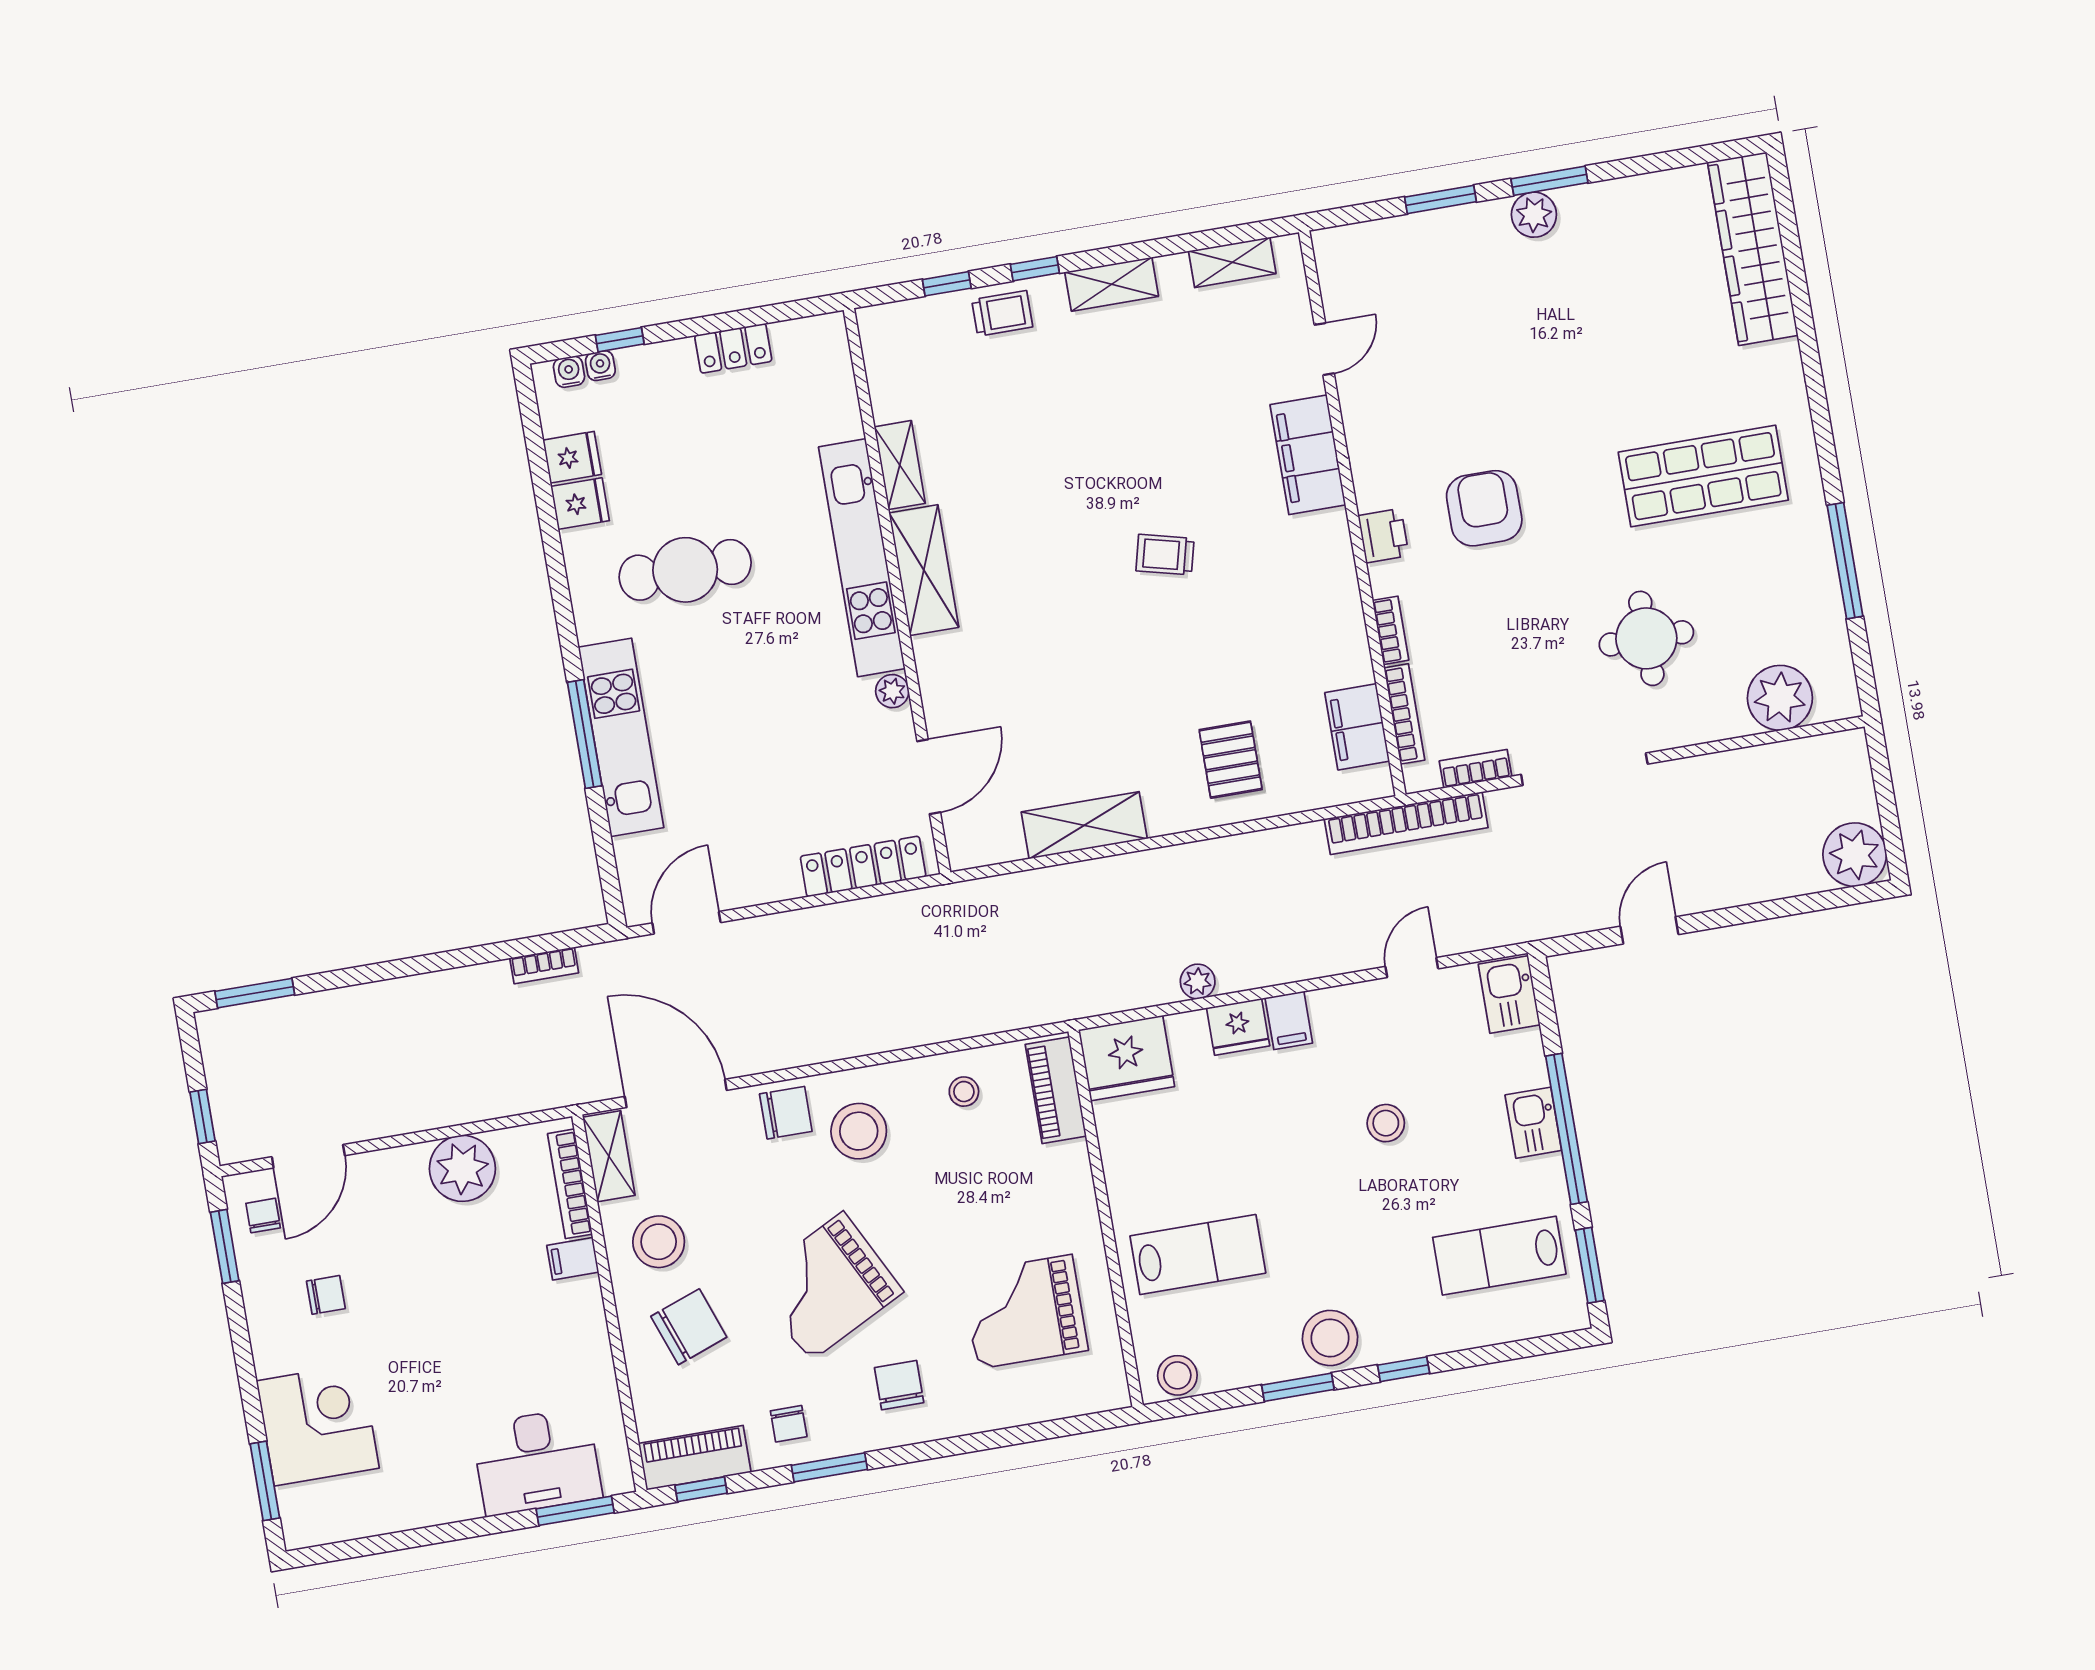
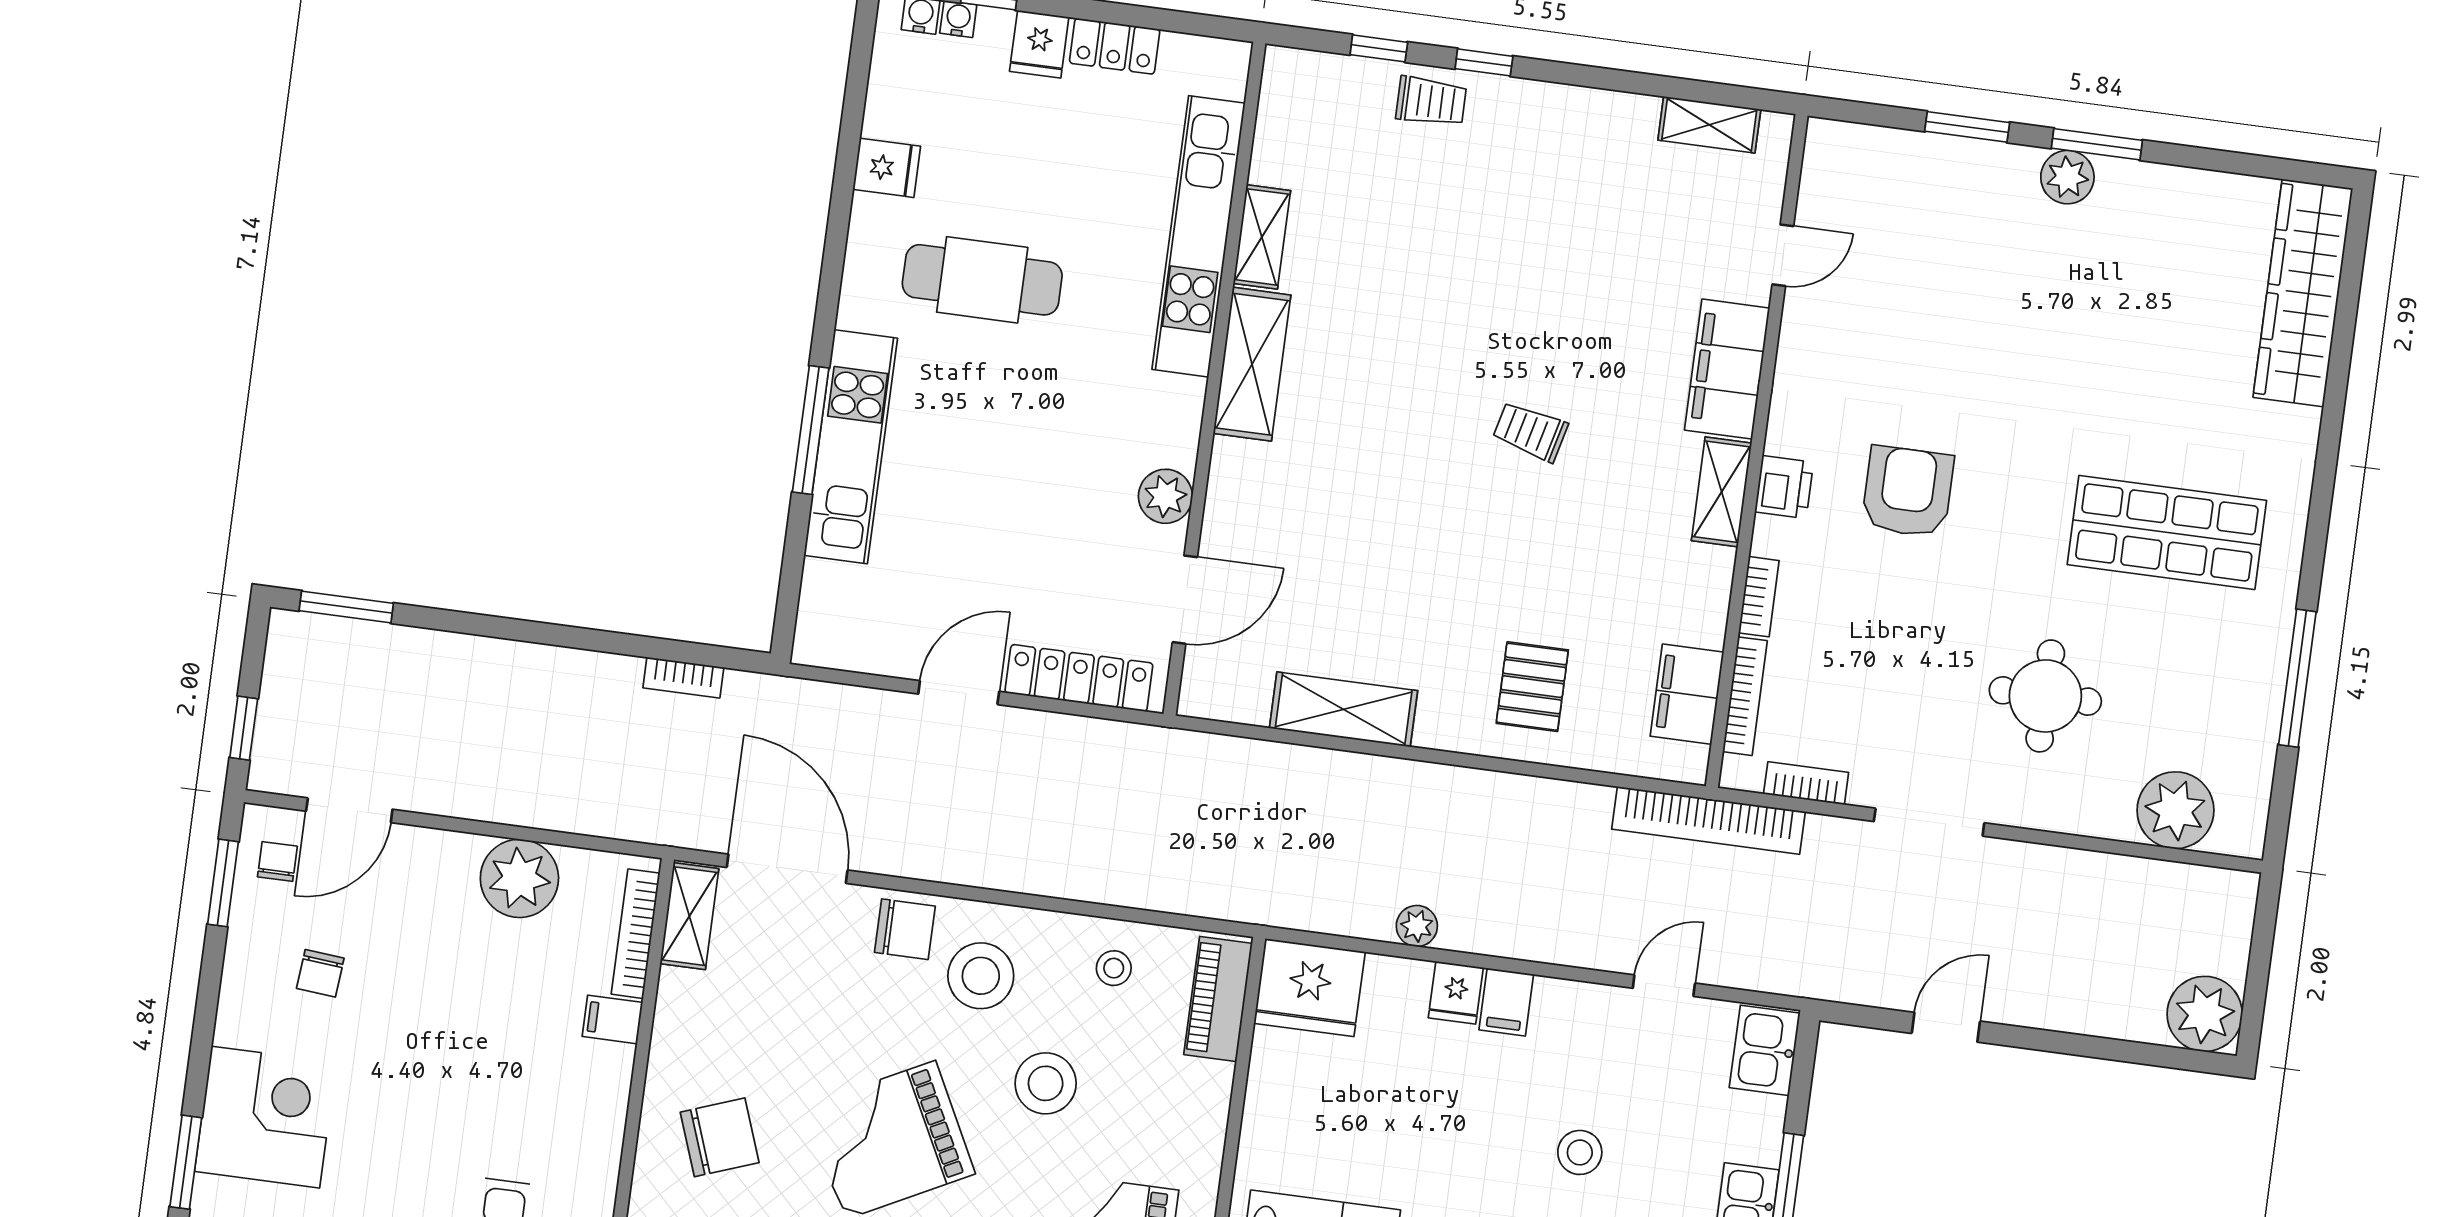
shelving: (1112, 284) -> (1722, 492), moved, turned 90
fridge: (572, 457) -> (1039, 44), moved, turned 90
kitchen unit: (862, 558) -> (1199, 236), moved
plant: (892, 691) -> (1165, 496), width x1.38, depth x1.38
doorway: (1584, 769) -> (1929, 822), width x0.73
door: (686, 923) -> (959, 693), moved
fridge: (1238, 1027) -> (1456, 993), width x0.72
stool: (659, 1242) -> (1046, 1083), moved
chair: (326, 1295) -> (320, 973), turned 95

